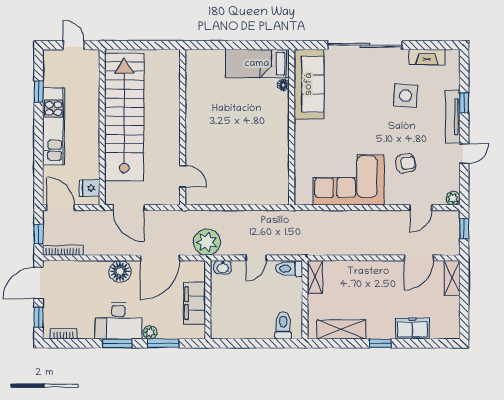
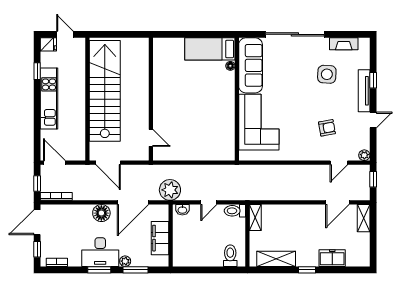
corner sofa: (348, 180) -> (259, 122), moved, turned 90
fridge: (90, 188) -> (48, 44), moved, turned 180

